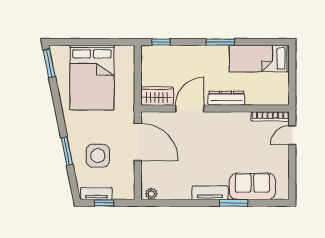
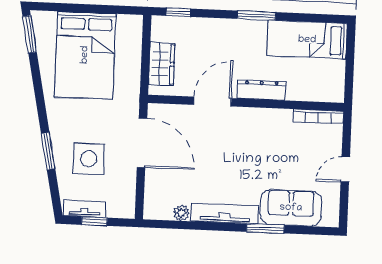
wardrobe: (157, 96) -> (162, 64), moved, turned 90
door: (292, 135) -> (345, 169), moved
tv unit: (210, 193) -> (225, 214), width x1.41
plant: (151, 194) -> (181, 213), moved

